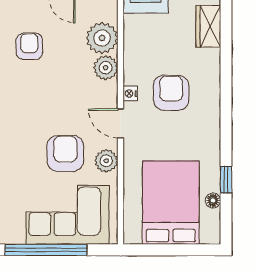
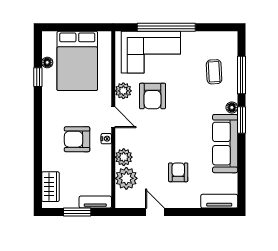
armchair: (29, 46) -> (178, 172), turned 180
armchair: (171, 93) -> (77, 139), turned 90

